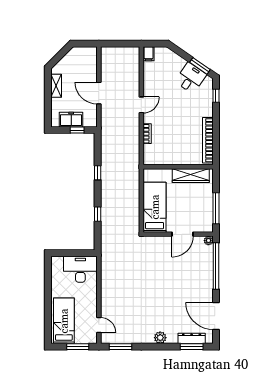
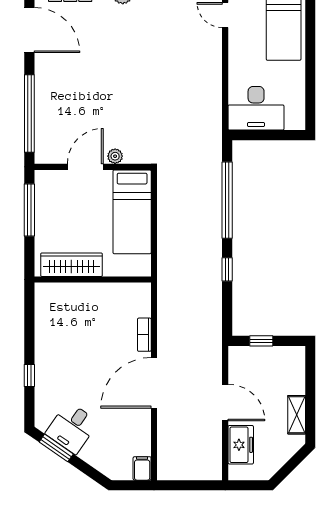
window: (216, 96) -> (29, 376), moved
door: (141, 105) -> (154, 383), width x1.87
freezer: (71, 120) -> (241, 445), moved, turned -90
bookcase: (208, 140) -> (43, 324), removed
window: (98, 214) -> (227, 200), width x3.17
plant: (208, 241) -> (115, 156), moved

